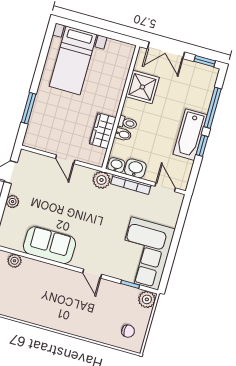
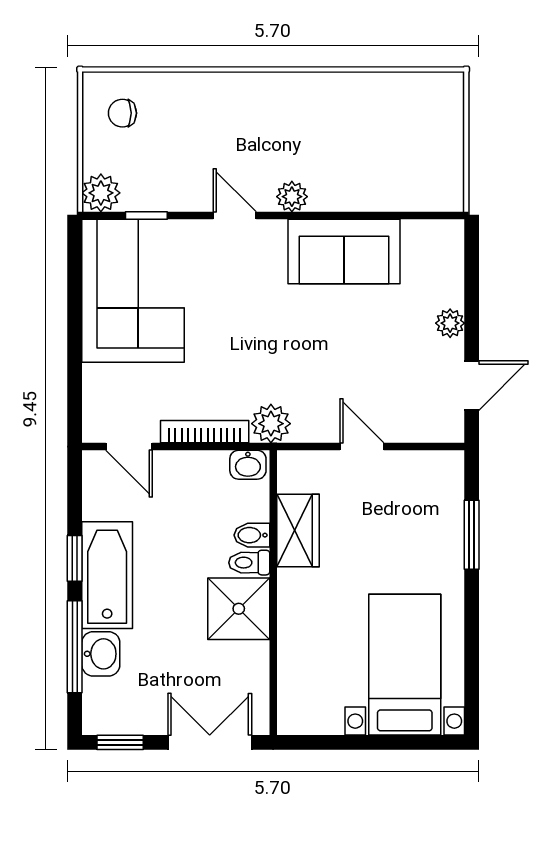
shower: (142, 87) -> (239, 609), moved
washbasin: (135, 168) -> (101, 654), moved, turned -90
plant: (15, 261) -> (292, 197), moved

